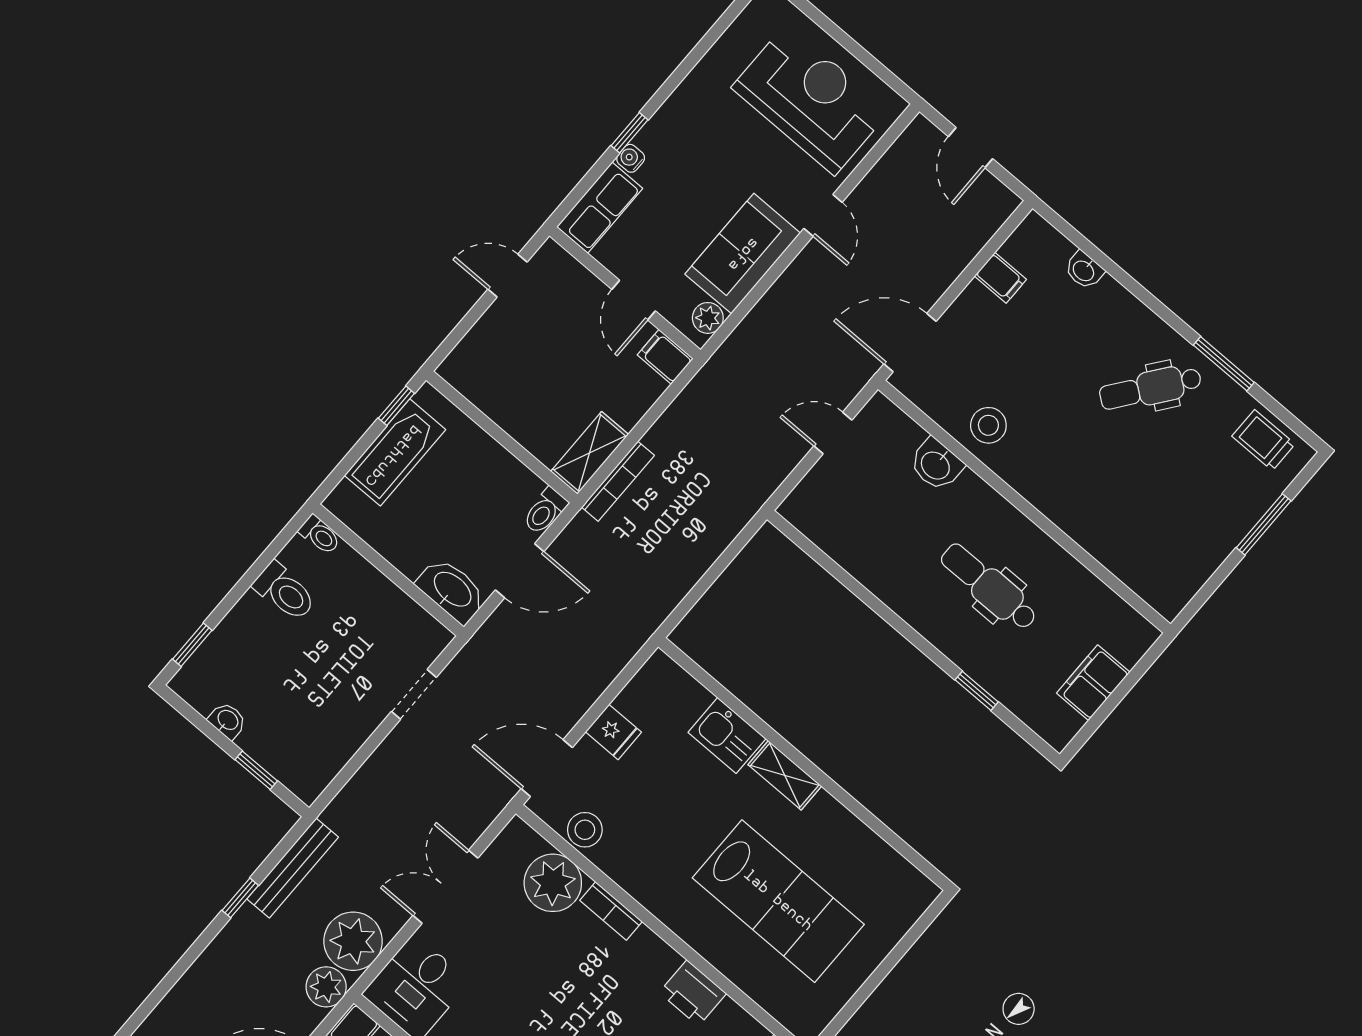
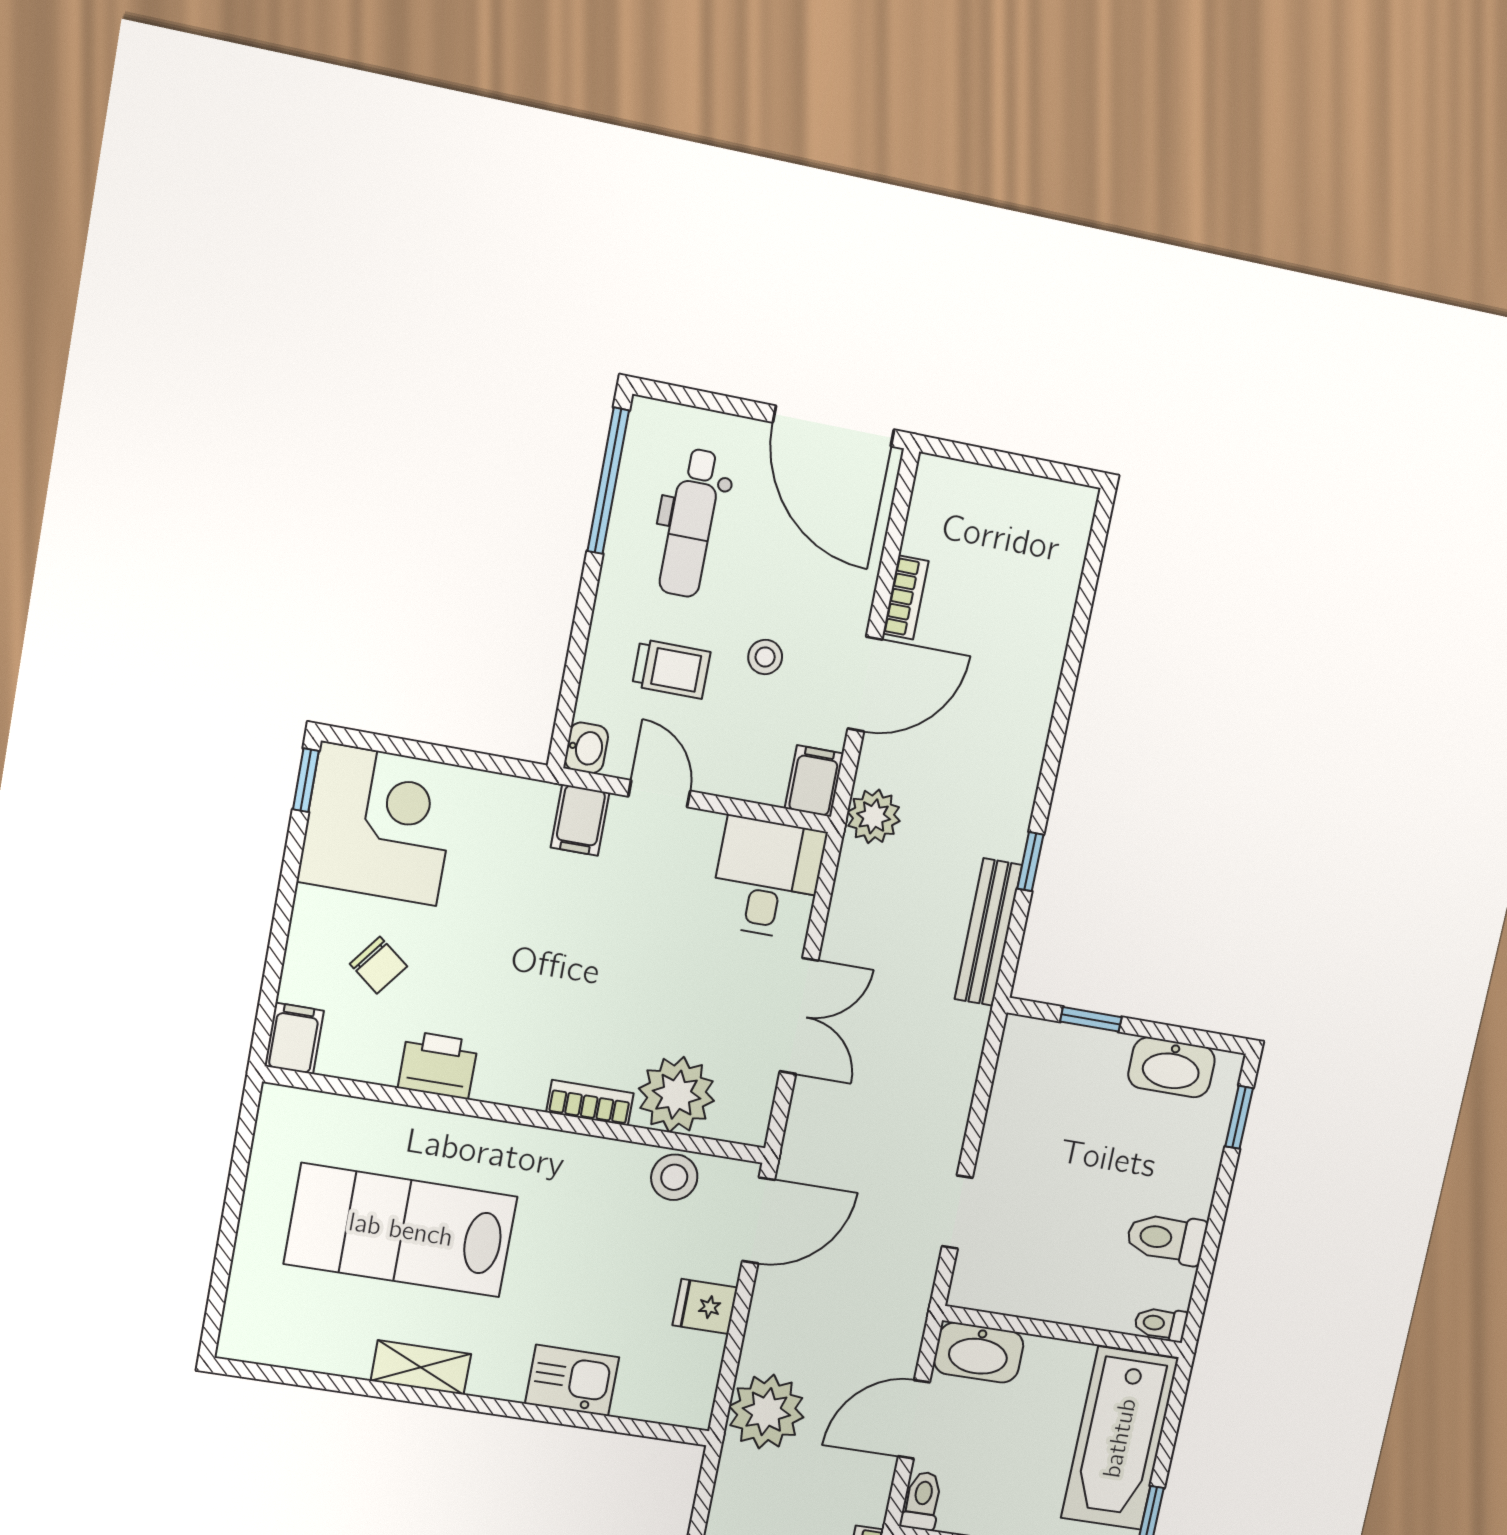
bathtub: (395, 452) -> (1120, 1438), width x1.36, depth x1.36
washbasin: (227, 721) -> (1172, 1067), width x1.91, depth x1.45
shelving: (785, 775) -> (421, 1367), moved
plant: (353, 941) -> (766, 1412), moved

